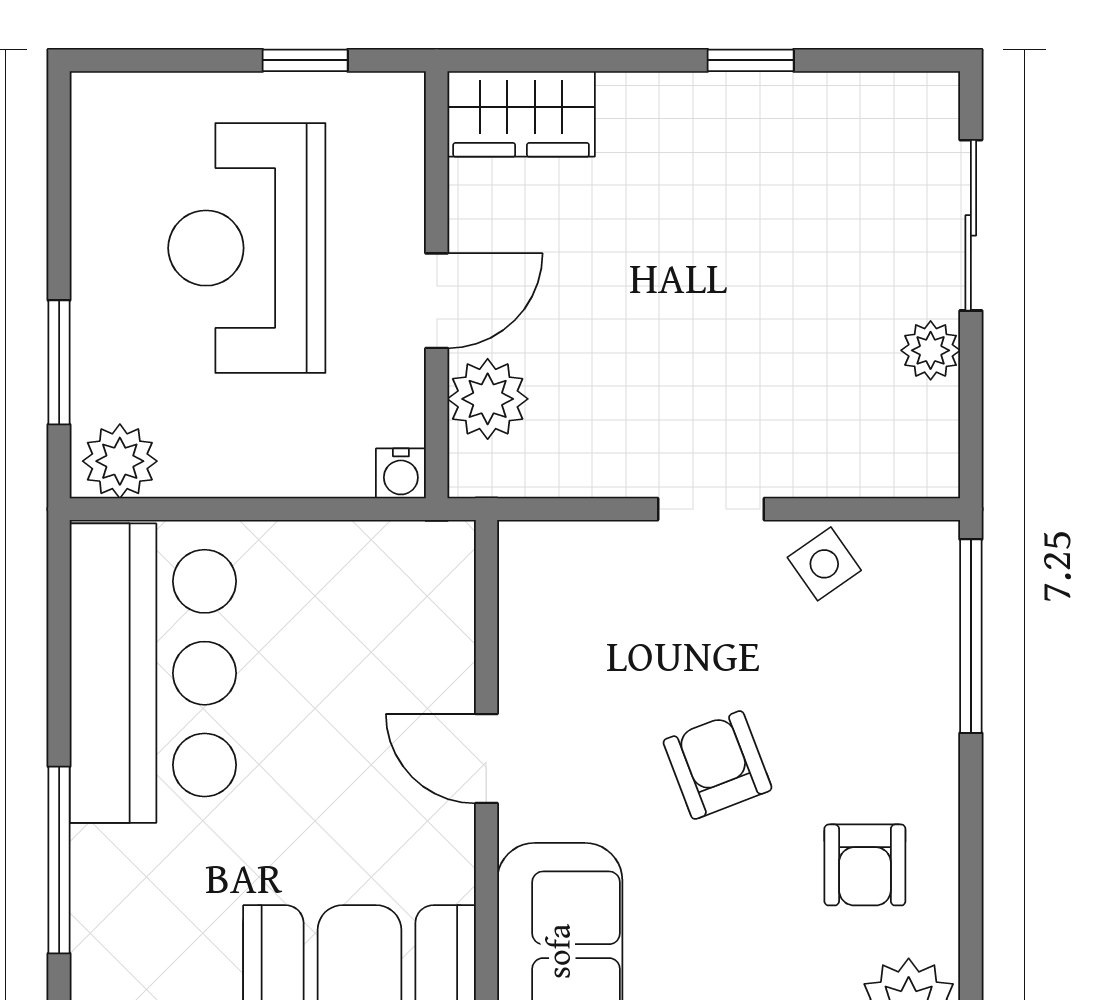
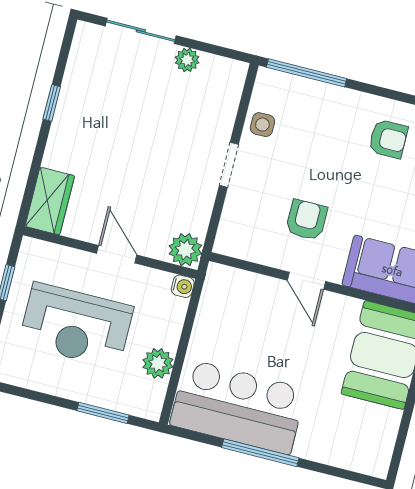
plant: (488, 399) -> (185, 250), moved
plant: (120, 461) -> (158, 363), moved
side table: (824, 564) -> (262, 125), turned 35
door: (486, 759) -> (306, 281), hinge flipped
armchair: (717, 765) -> (306, 220), moved, turned 111
window: (59, 860) -> (260, 453), moved

